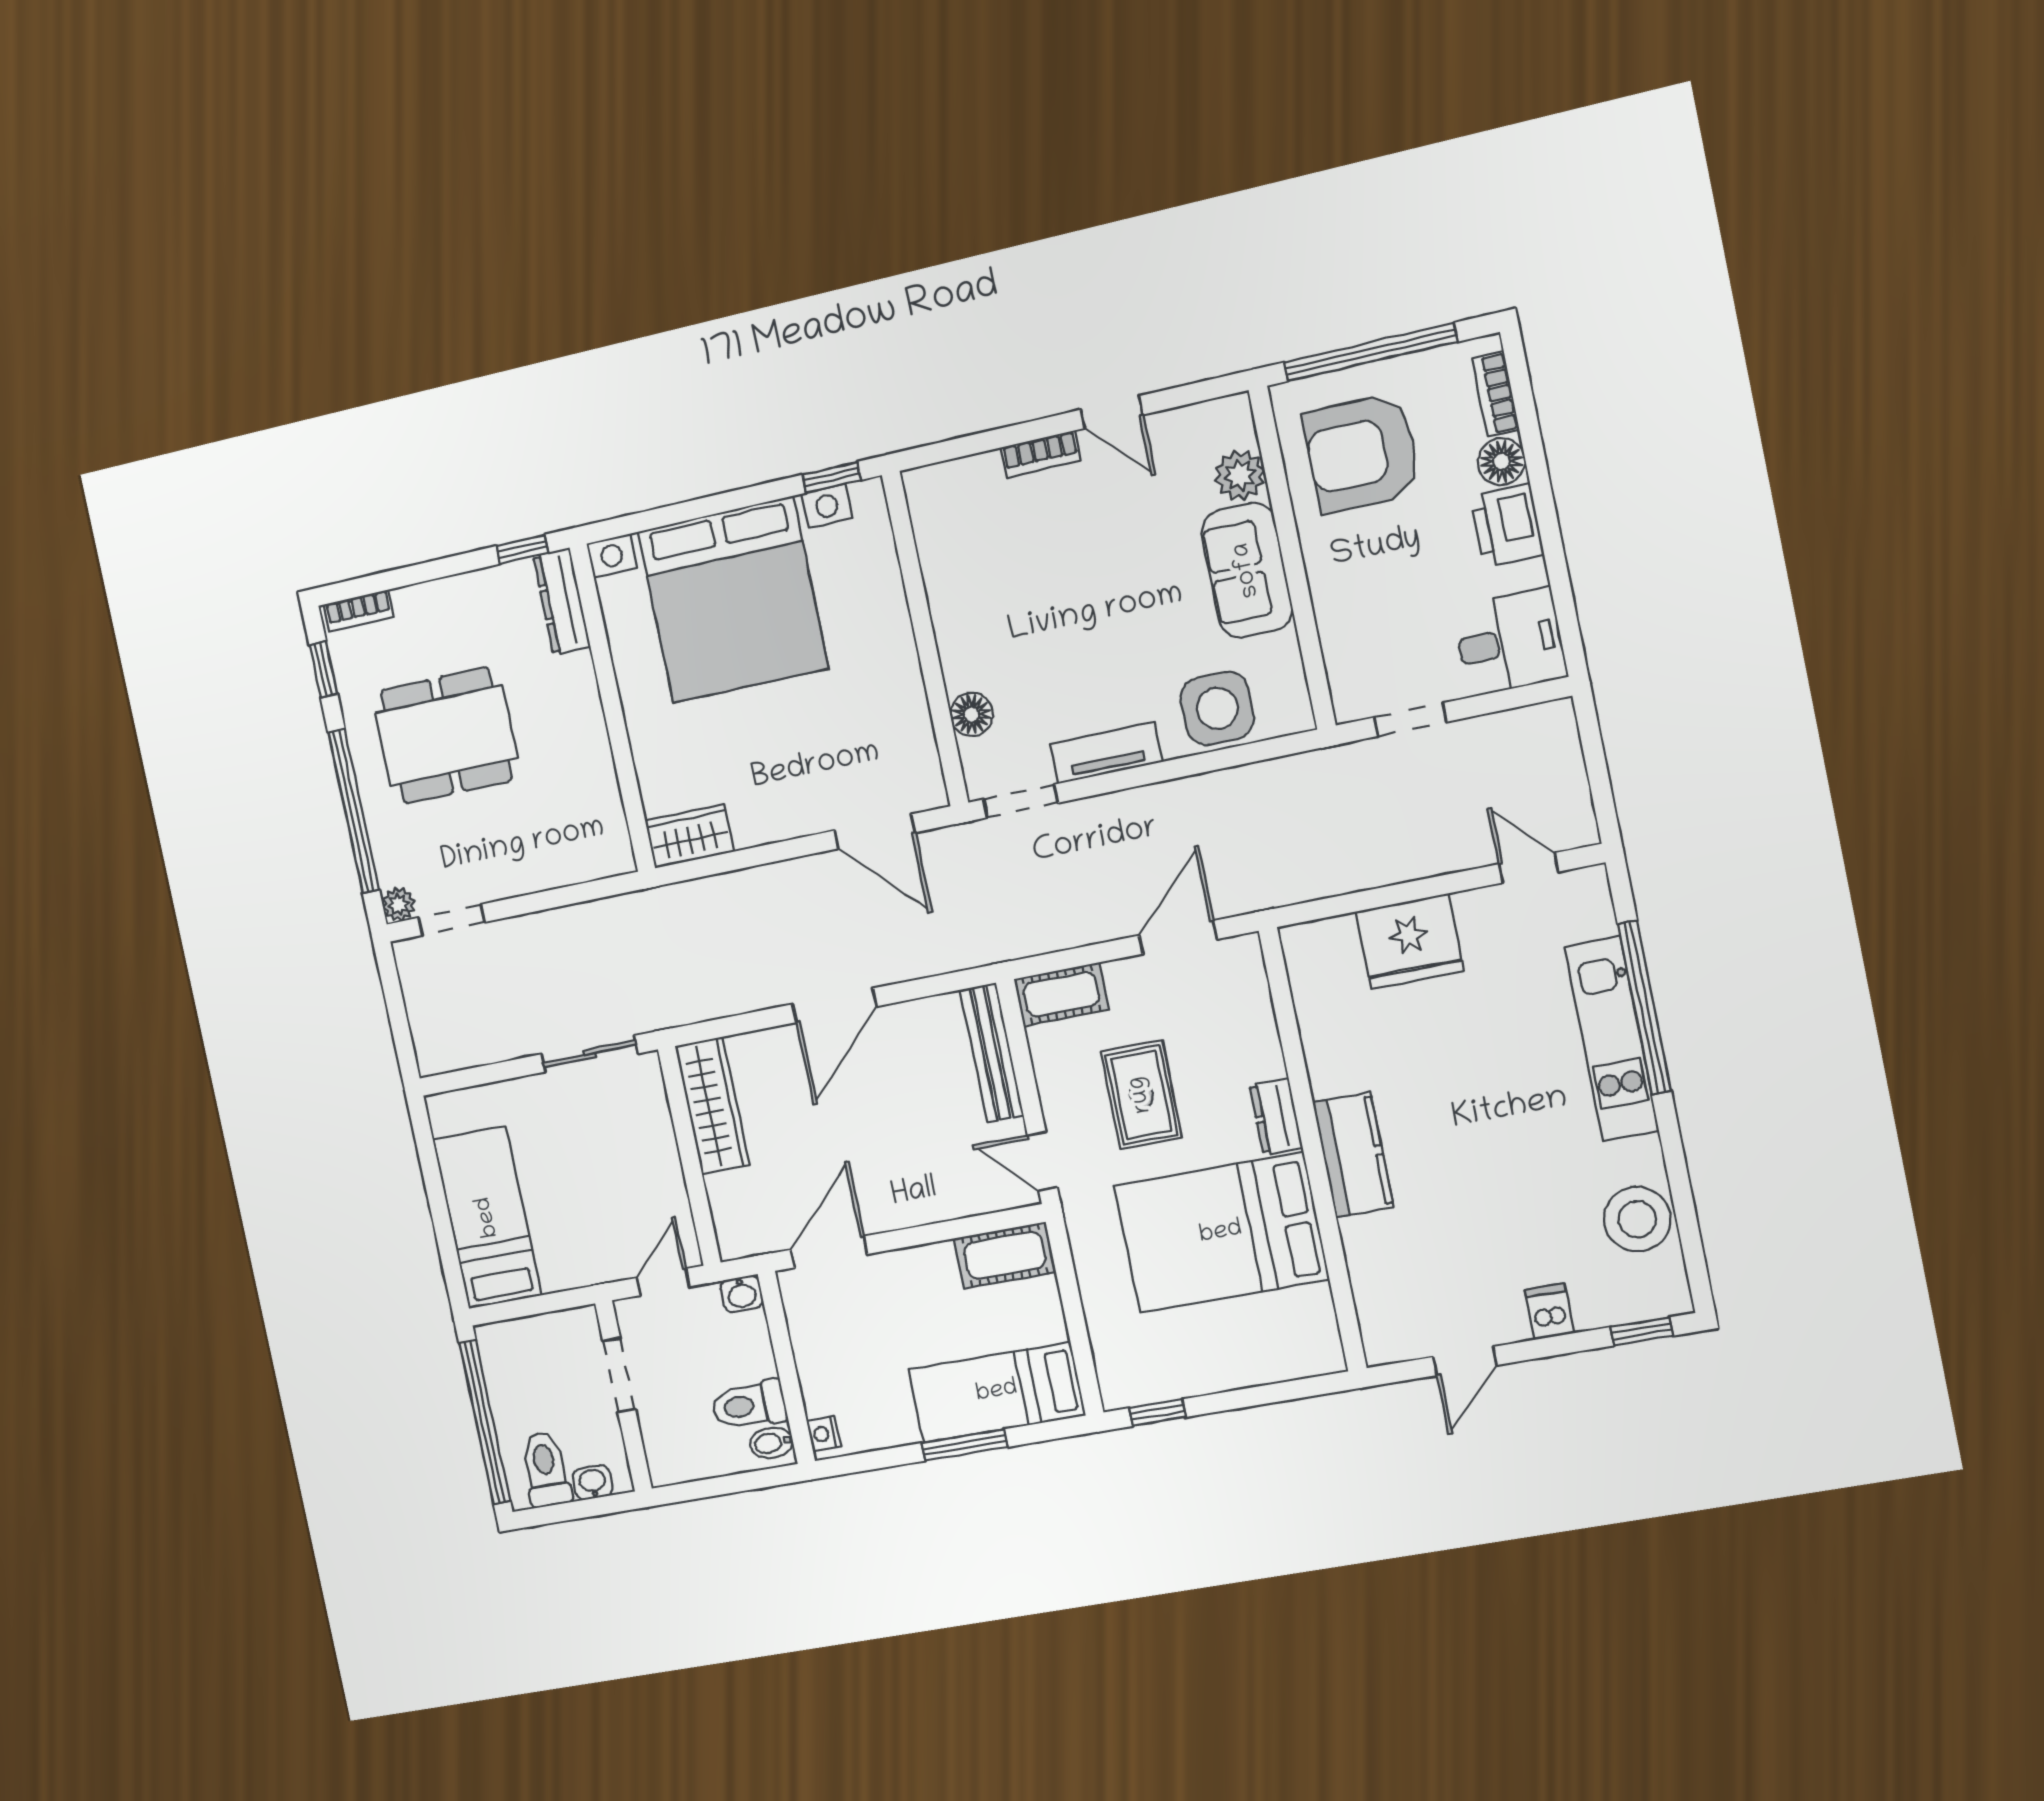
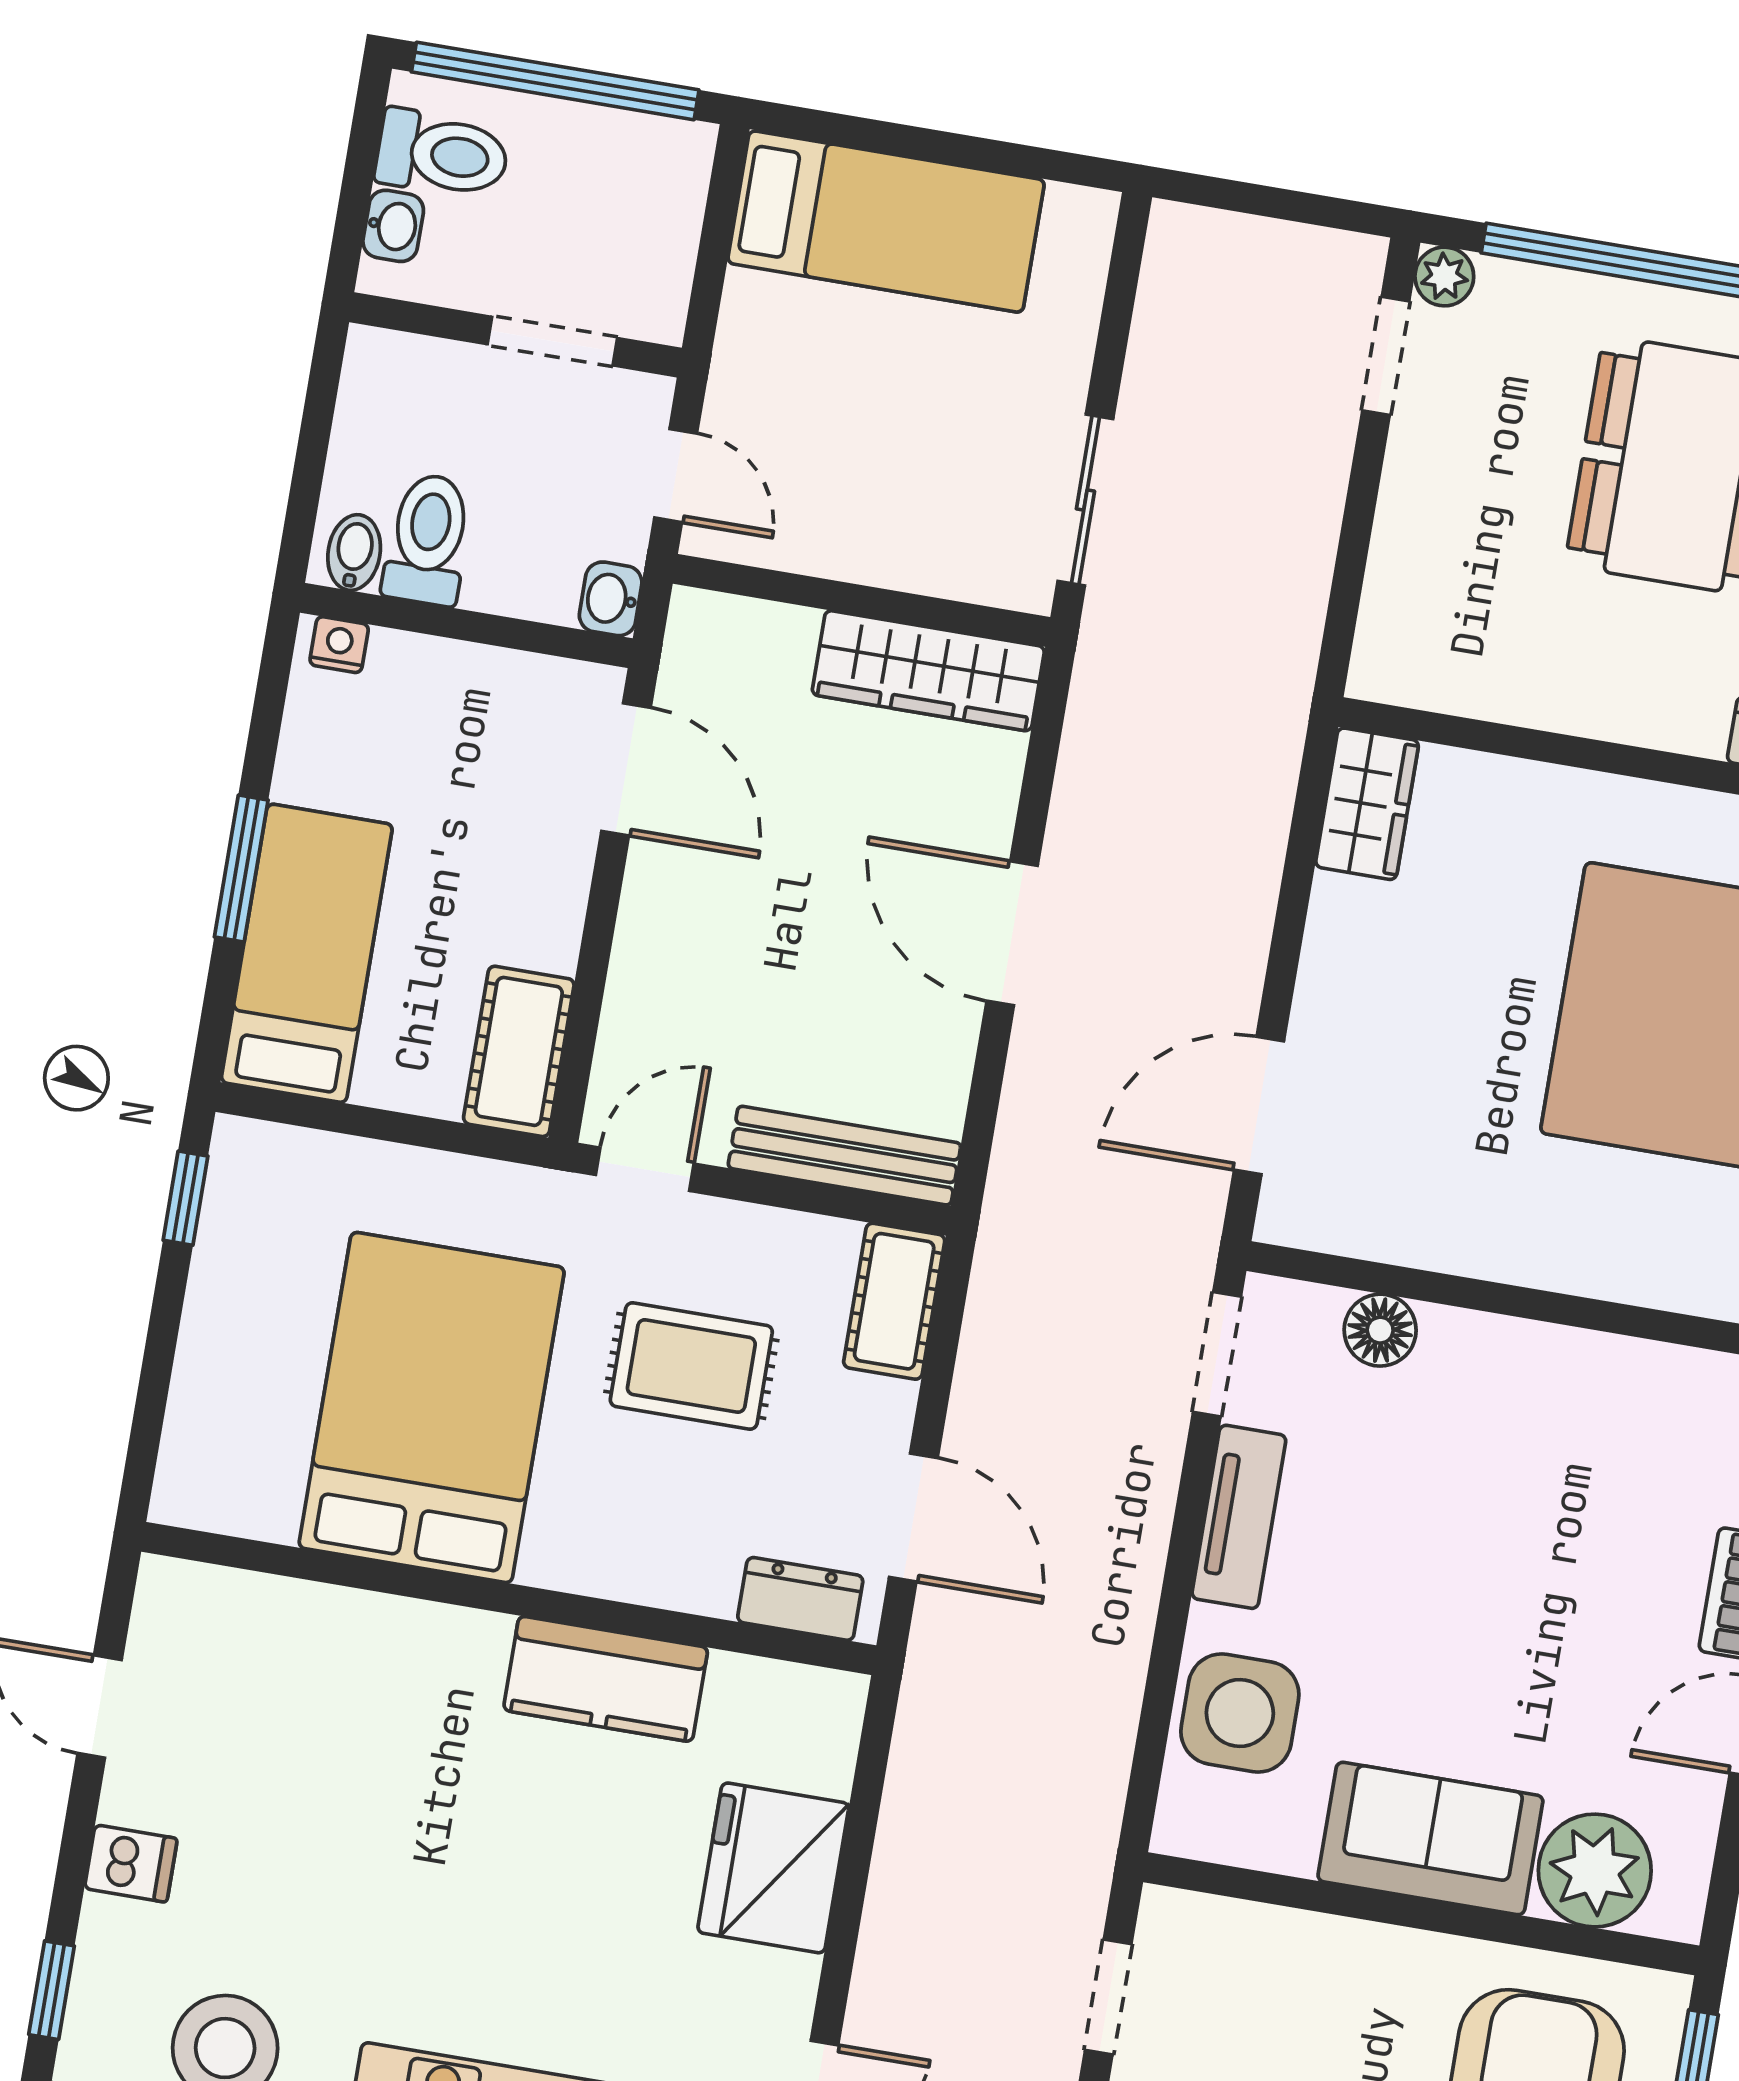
plant: (1240, 475) -> (1595, 1871), width x1.36, depth x1.36
dresser: (1276, 1116) -> (800, 1599), moved
kitchen counter: (1353, 1155) -> (606, 1679), moved

